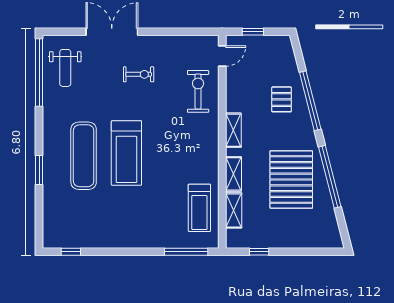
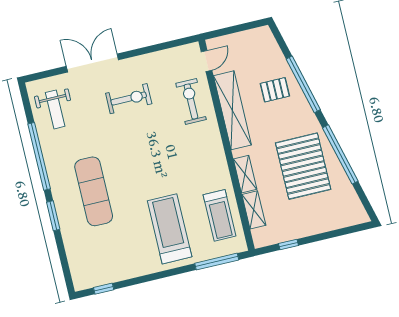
window: (253, 32) -> (231, 30), removed
window: (39, 73) -> (39, 156), moved
exercise bike: (139, 74) -> (129, 99), width x1.38, depth x1.39
pallet: (282, 99) -> (275, 90), turned 90
shelving: (233, 130) -> (232, 110), width x2.20, depth x1.33
treadmill: (126, 153) -> (170, 229), moved, turned 180

